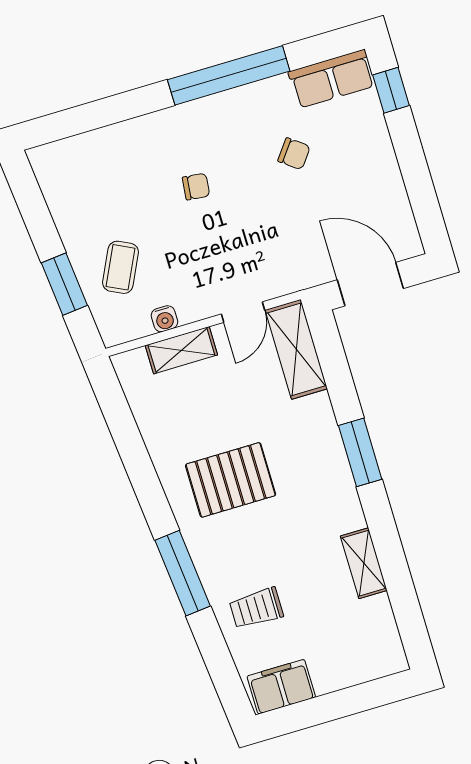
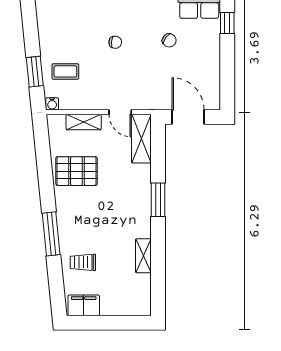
coffee table: (120, 267) -> (65, 71), turned 64
door: (243, 312) -> (120, 112), hinge flipped
water cooler: (164, 319) -> (52, 104), moved
pallet: (231, 480) -> (76, 171), moved

